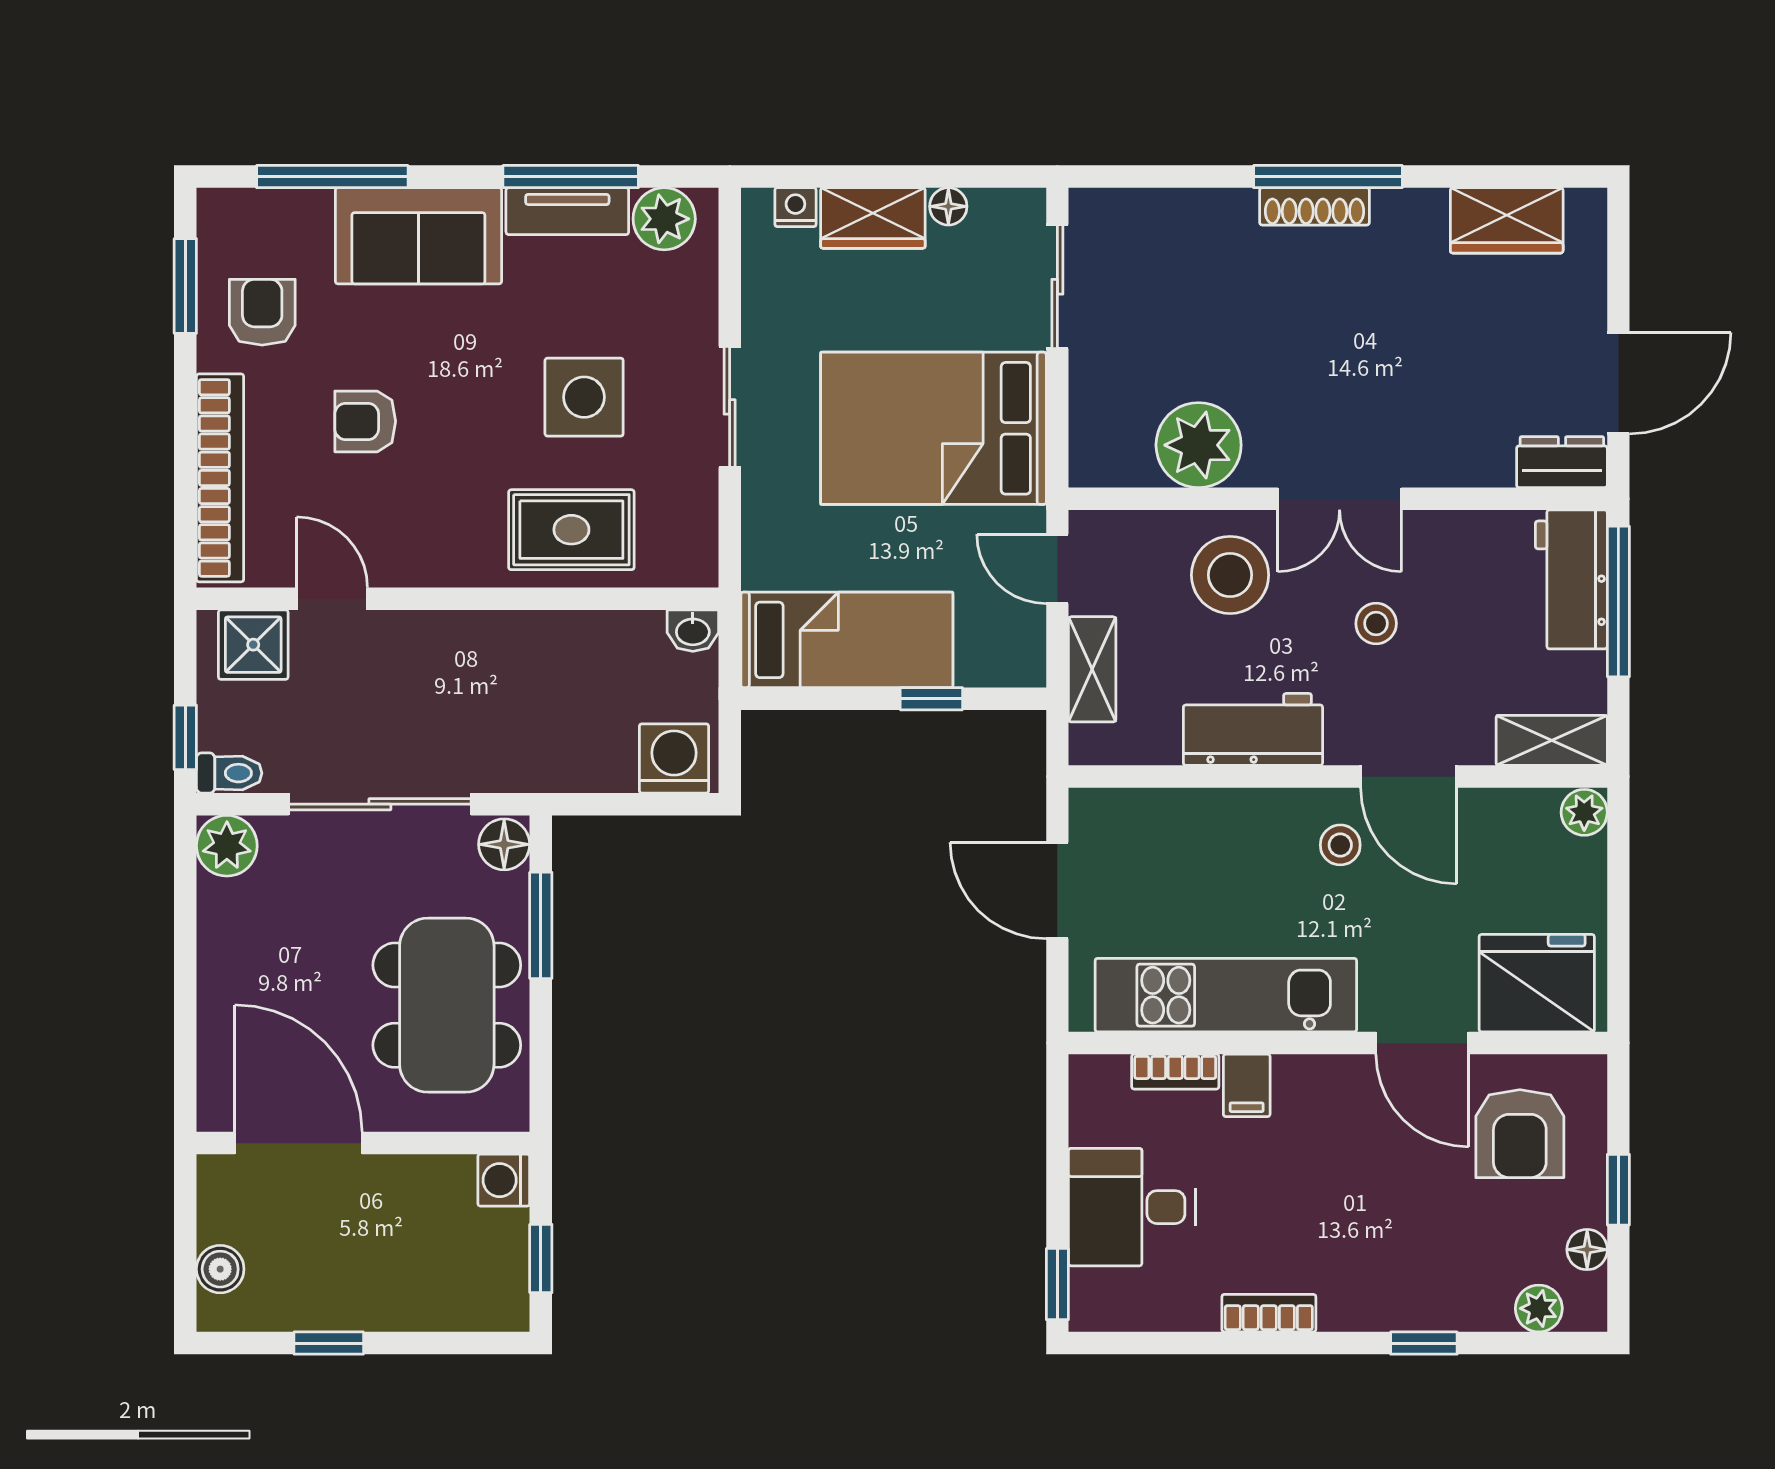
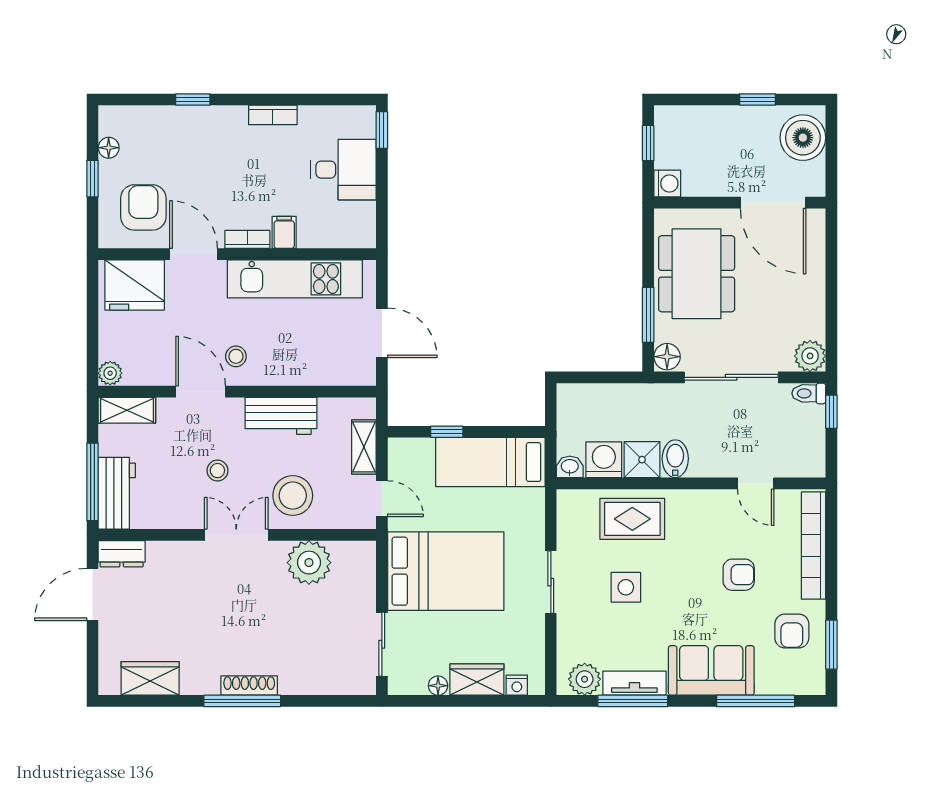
side table: (584, 397) -> (626, 587), width x0.73, depth x0.73
shower: (253, 645) -> (642, 460), moved
bidet: (488, 646) -> (675, 459), added
washing machine: (674, 758) -> (604, 460), moved, turned 180
bookcase: (1175, 1072) -> (247, 239), moved
boiler: (220, 1269) -> (803, 138), width x1.86, depth x1.86
plant: (1539, 1308) -> (134, 117), removed

